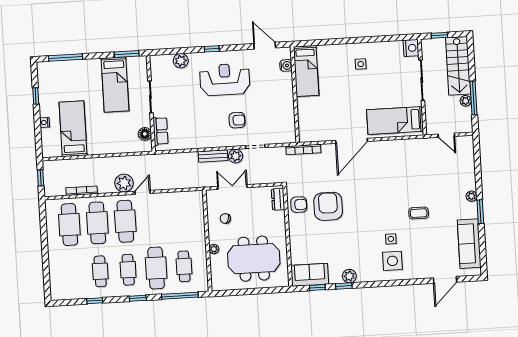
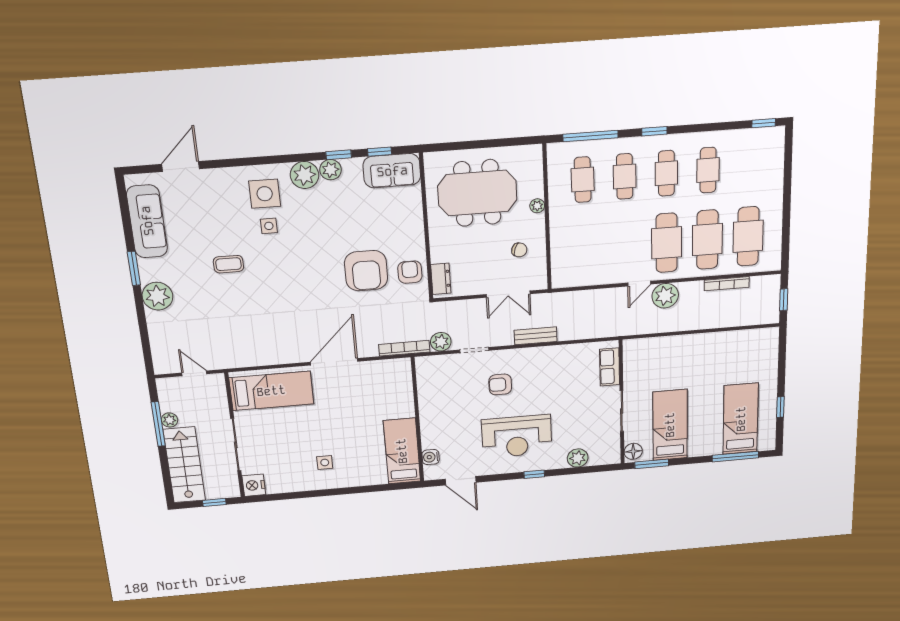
nightstand: (45, 122) -> (771, 373), removed
bed: (73, 129) -> (741, 419), moved, turned 180
floor lamp: (145, 134) -> (633, 451), moved
plant: (236, 156) -> (441, 342), moved
plant: (471, 196) -> (157, 296), width x1.88, depth x1.88
armchair: (299, 205) -> (410, 272), turned 90
cafe table: (156, 268) -> (625, 176), width x0.73, depth x0.74
plant: (366, 273) -> (305, 175), added
window: (95, 301) -> (764, 123), moved

